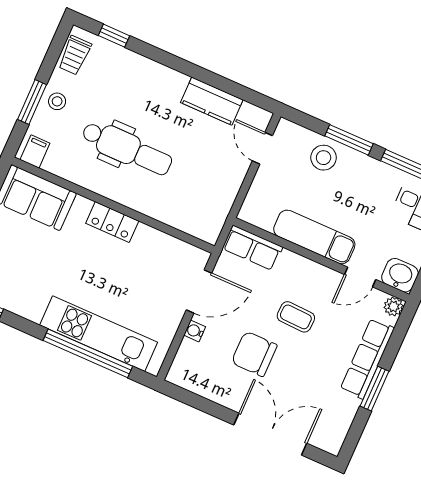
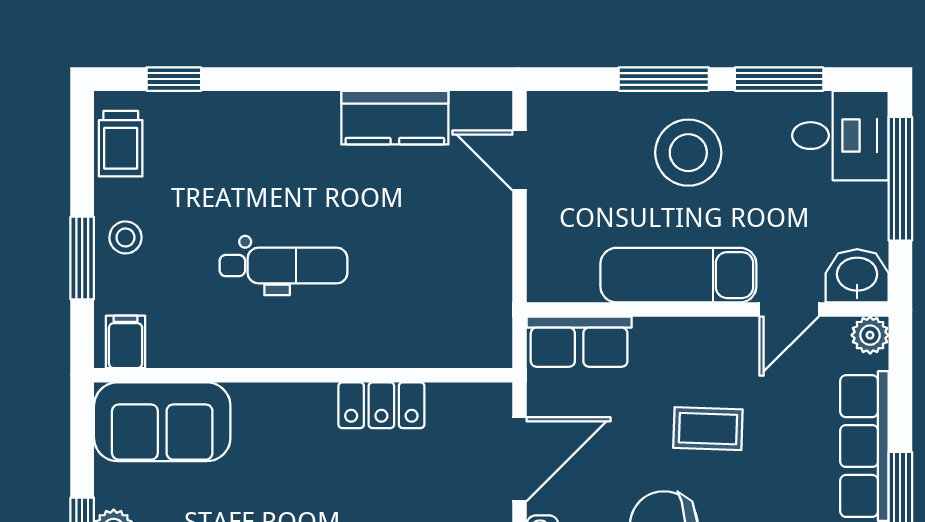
dental chair: (127, 148) -> (283, 266), width x0.73, depth x0.72
stool: (324, 158) -> (688, 153), moved, width x1.38, depth x1.38
locker: (112, 222) -> (381, 405), moved

